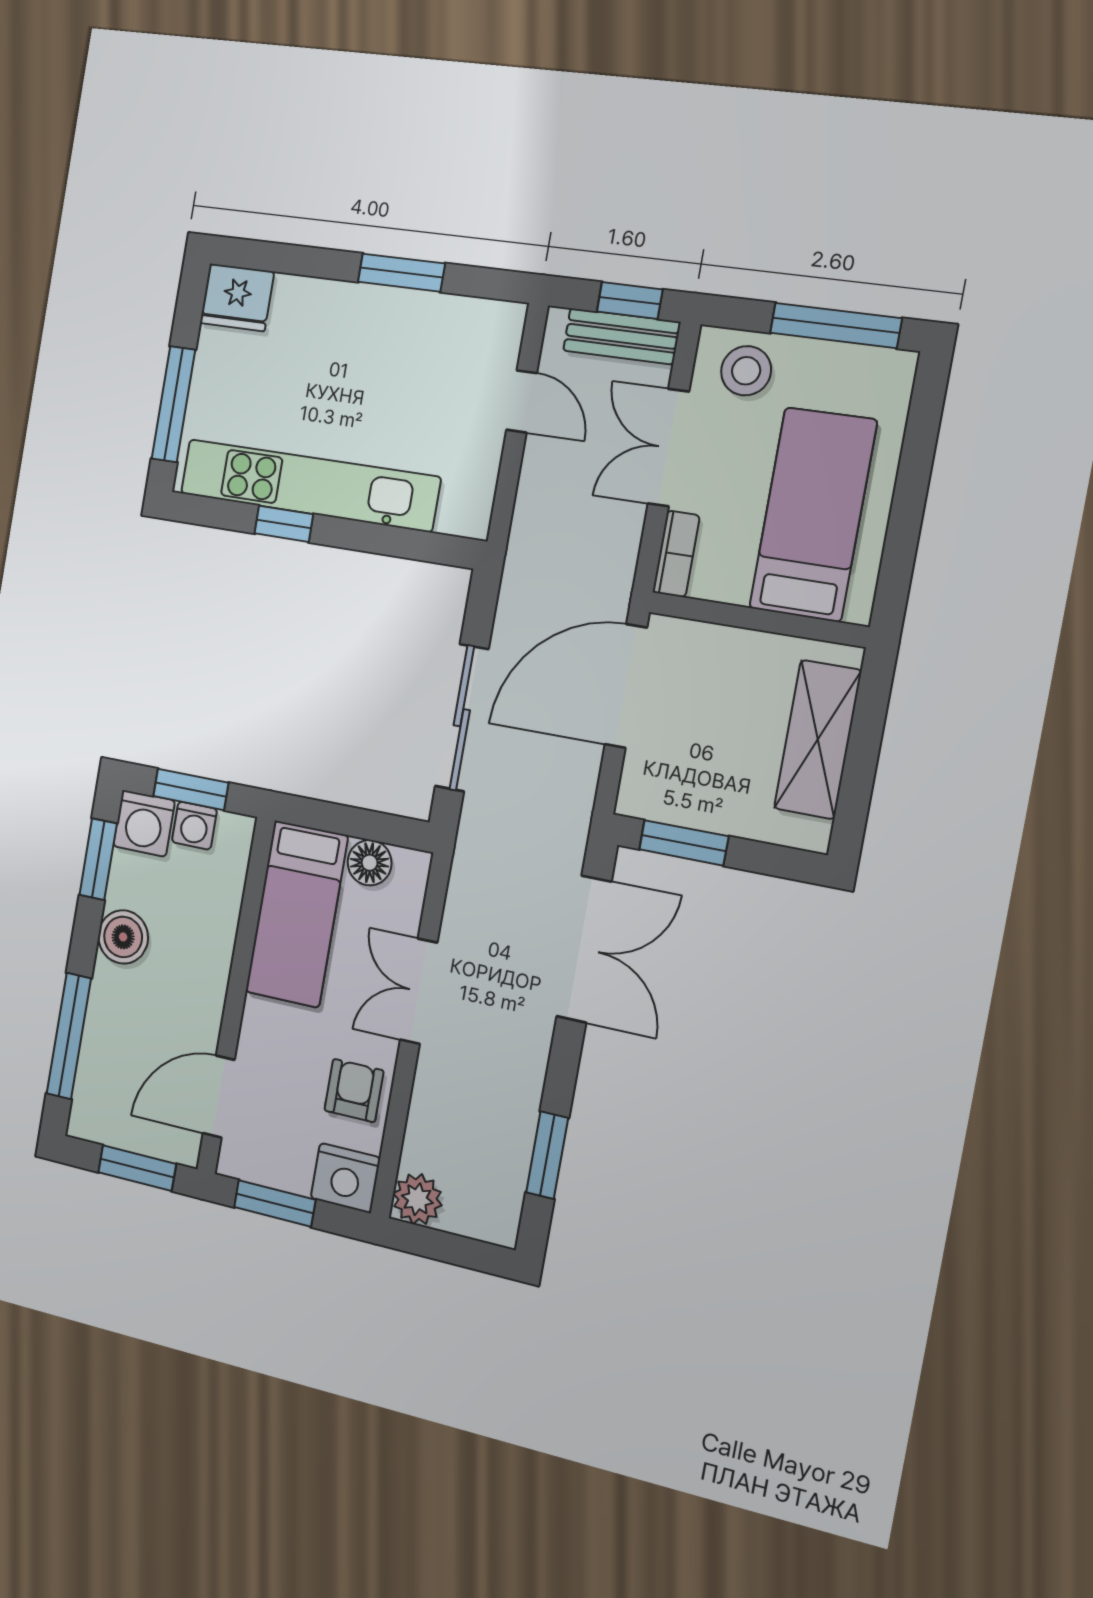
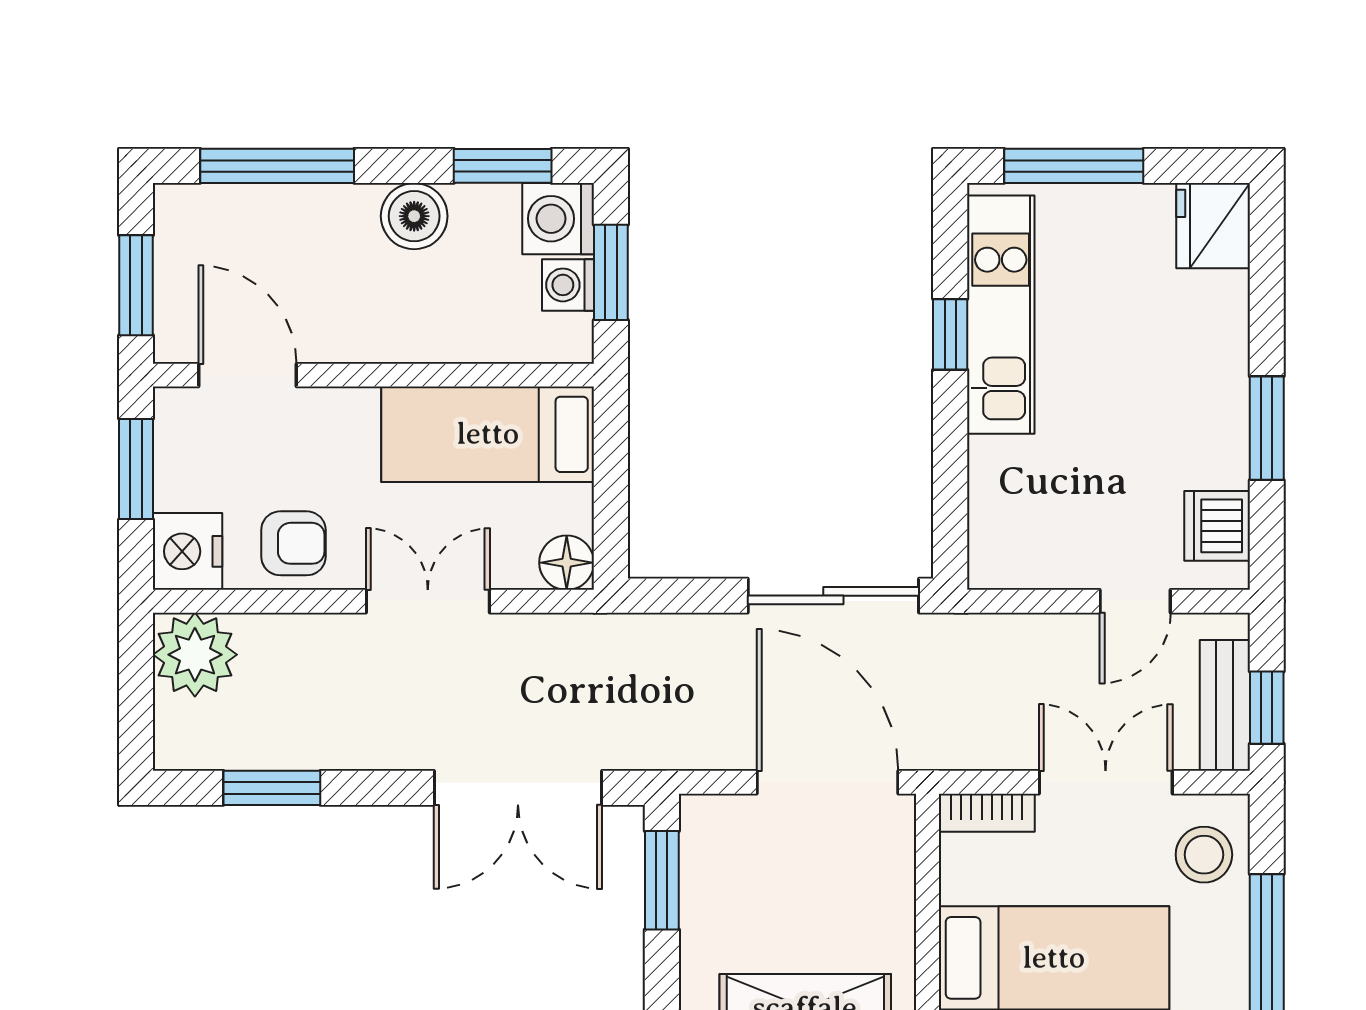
dishwasher: (472, 324) -> (1217, 526), added
kitchen unit: (309, 485) -> (1001, 315), width x0.73
sliding door: (462, 718) -> (833, 596), moved
floor lamp: (370, 863) -> (567, 563), moved
plant: (417, 1199) -> (195, 655), width x1.36, depth x1.36

